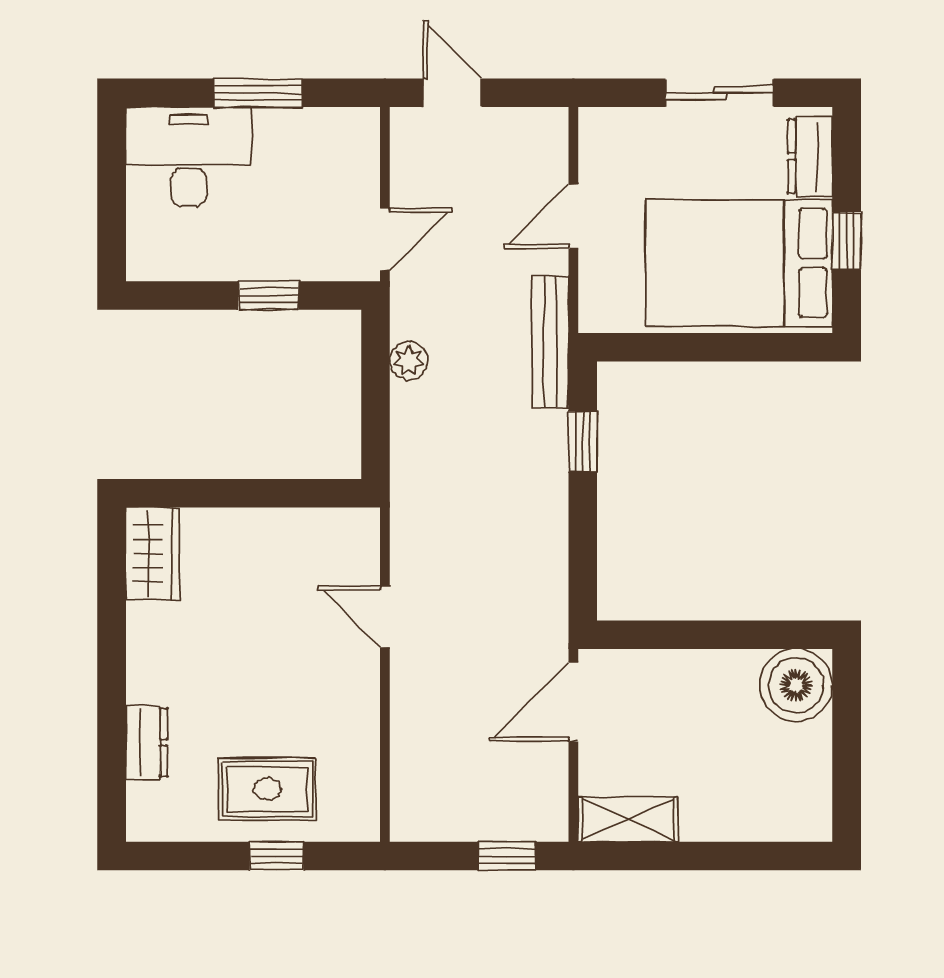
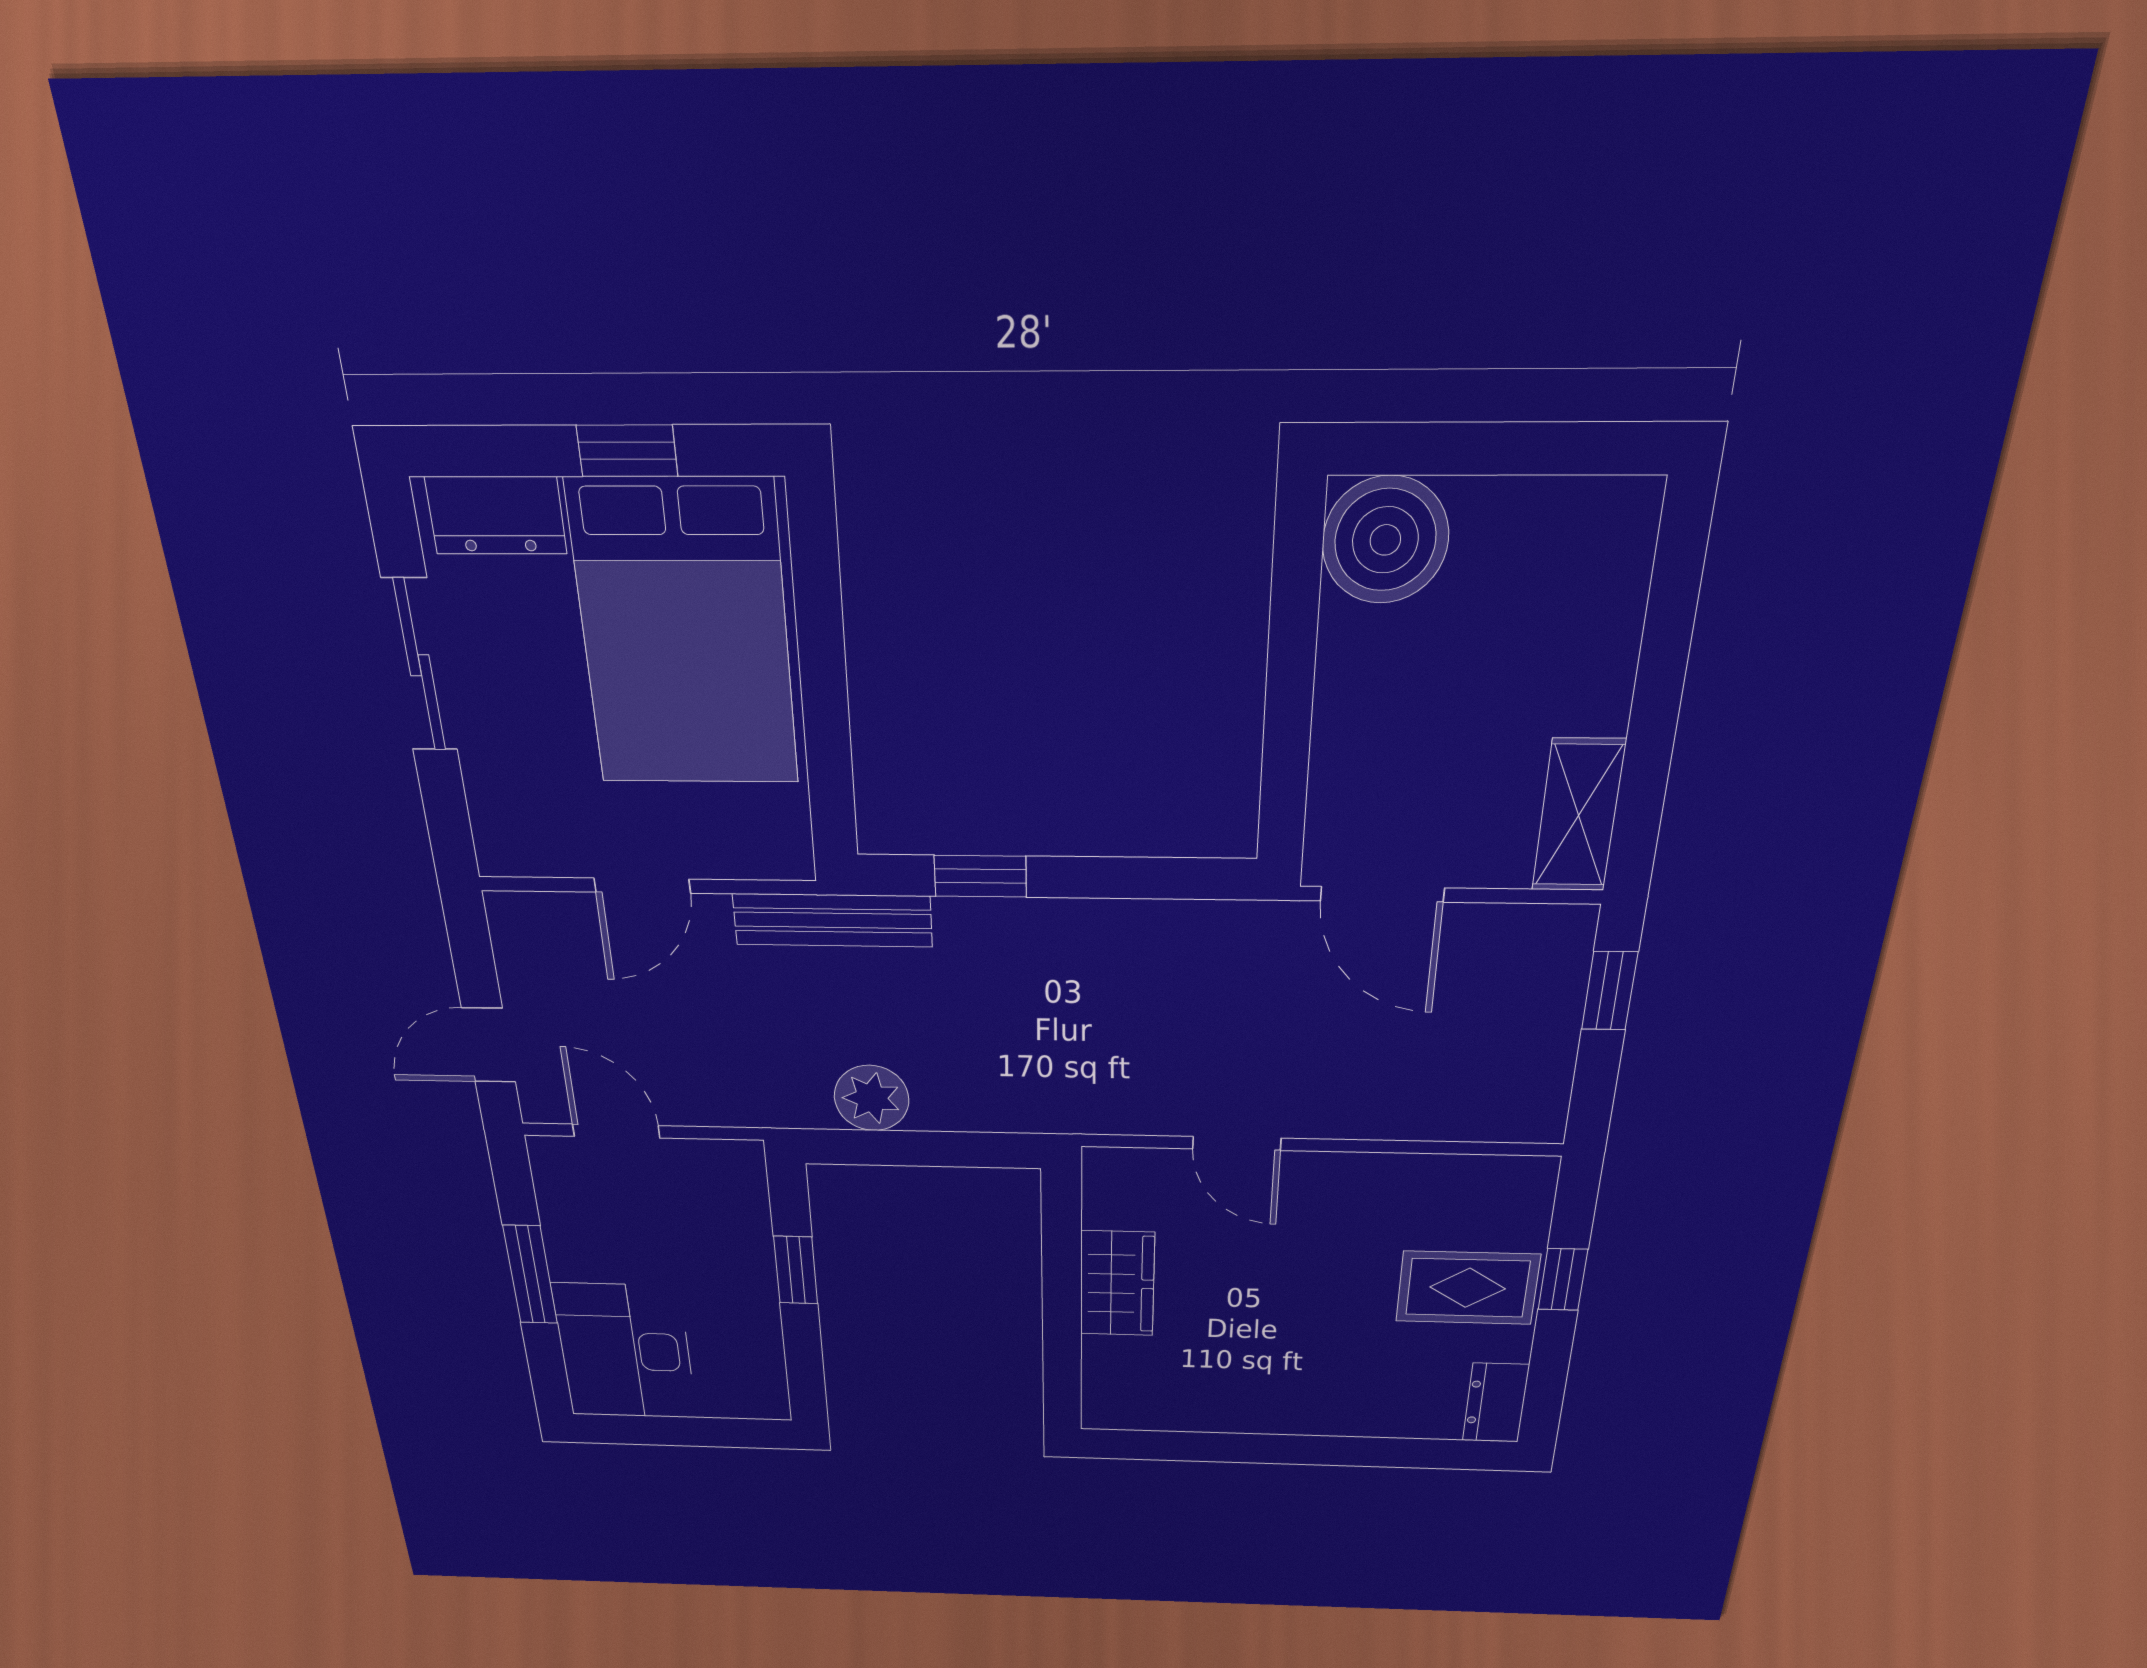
door: (573, 217) -> (642, 886), hinge flipped
door: (385, 239) -> (616, 1131), moved
plant: (409, 361) -> (872, 1098), width x1.38, depth x1.38
wardrobe: (153, 554) -> (1117, 1284), moved, turned 90
door: (385, 617) -> (1237, 1143), hinge flipped
dresser: (147, 742) -> (1496, 1403), moved, turned -90
rug: (267, 789) -> (1468, 1288), turned 90

